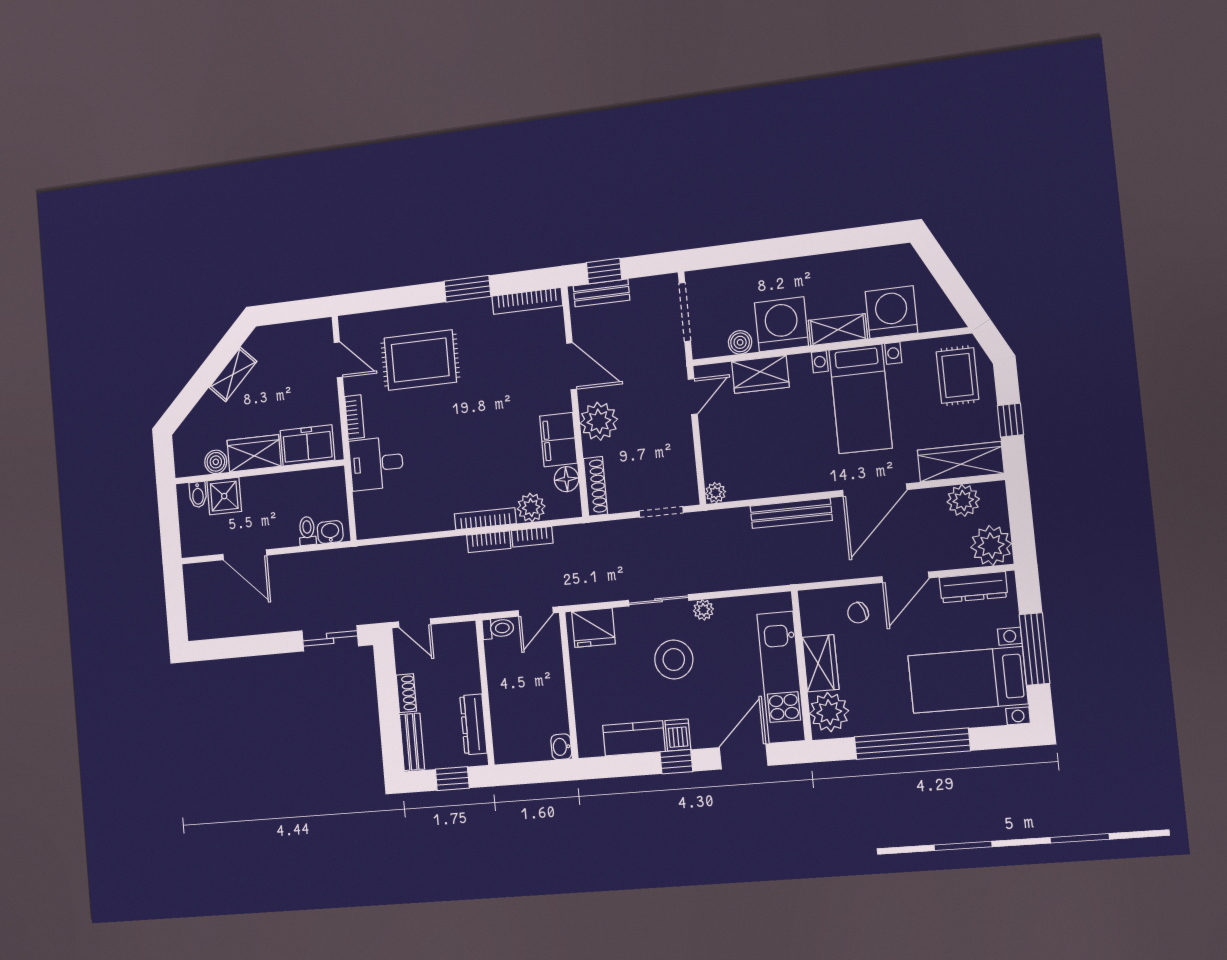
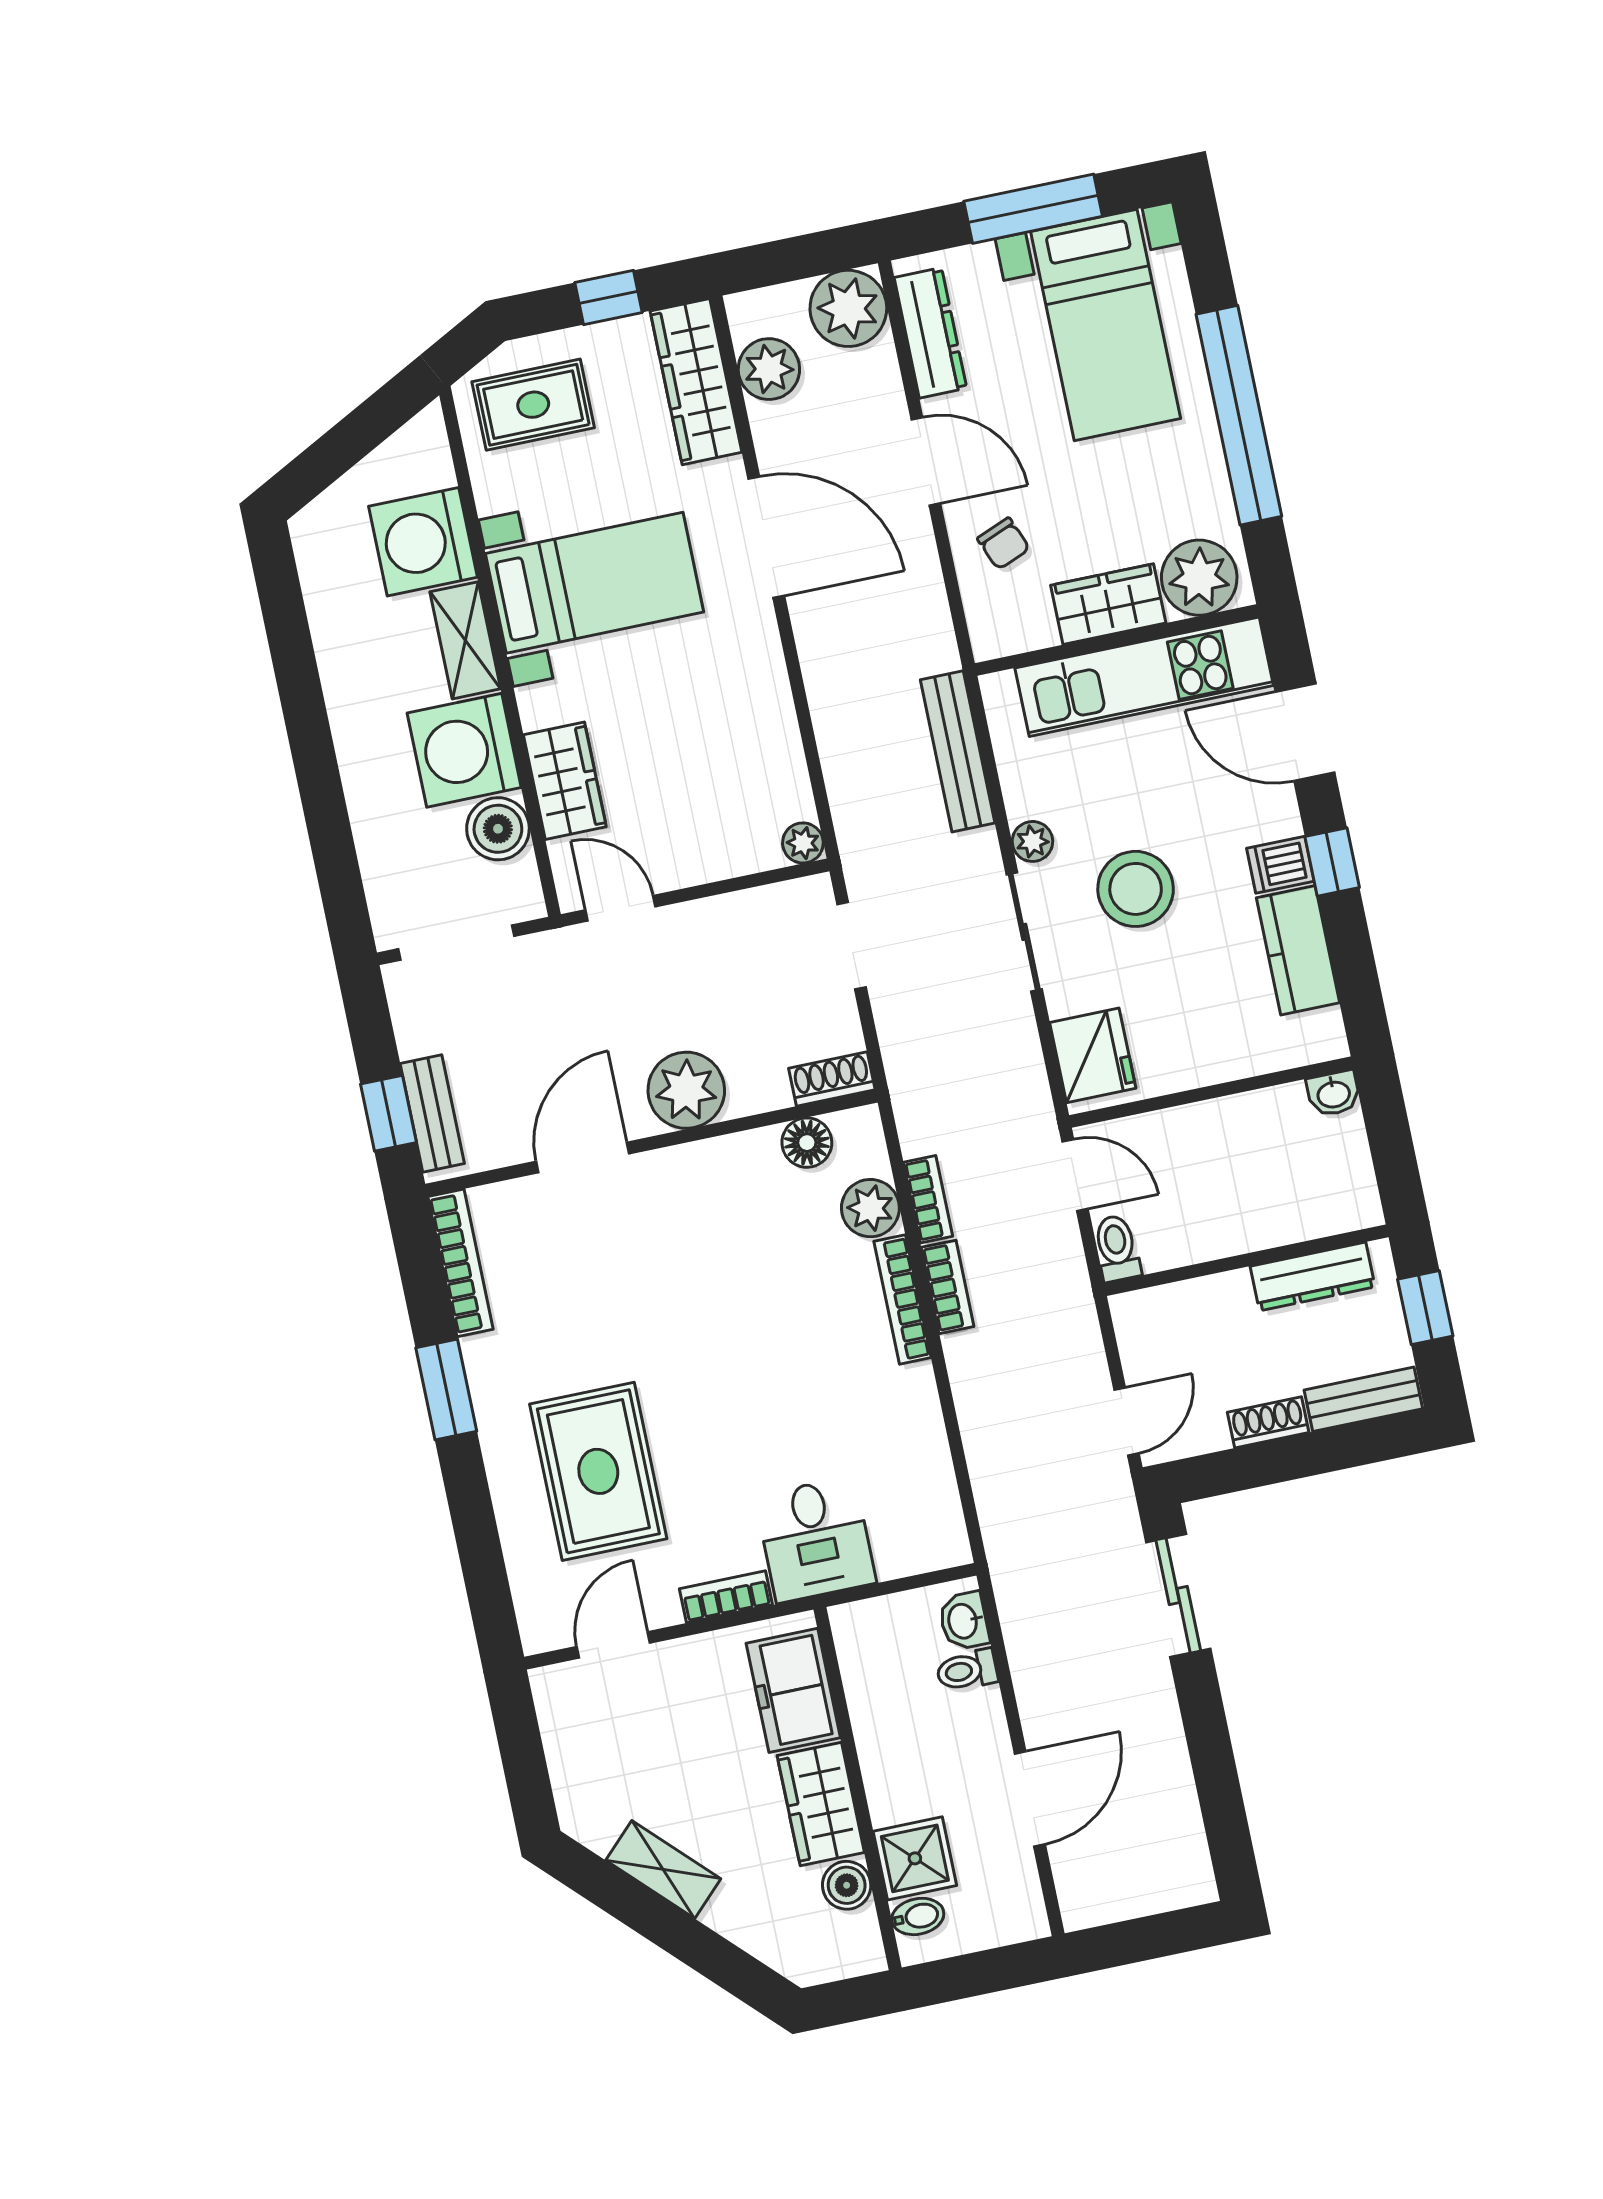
boiler: (740, 342) -> (498, 829), width x1.36, depth x1.36
filing cabinet: (558, 440) -> (730, 1168), removed
shoe rack: (595, 486) -> (832, 1079), width x0.70
bench: (791, 513) -> (958, 751), moved

